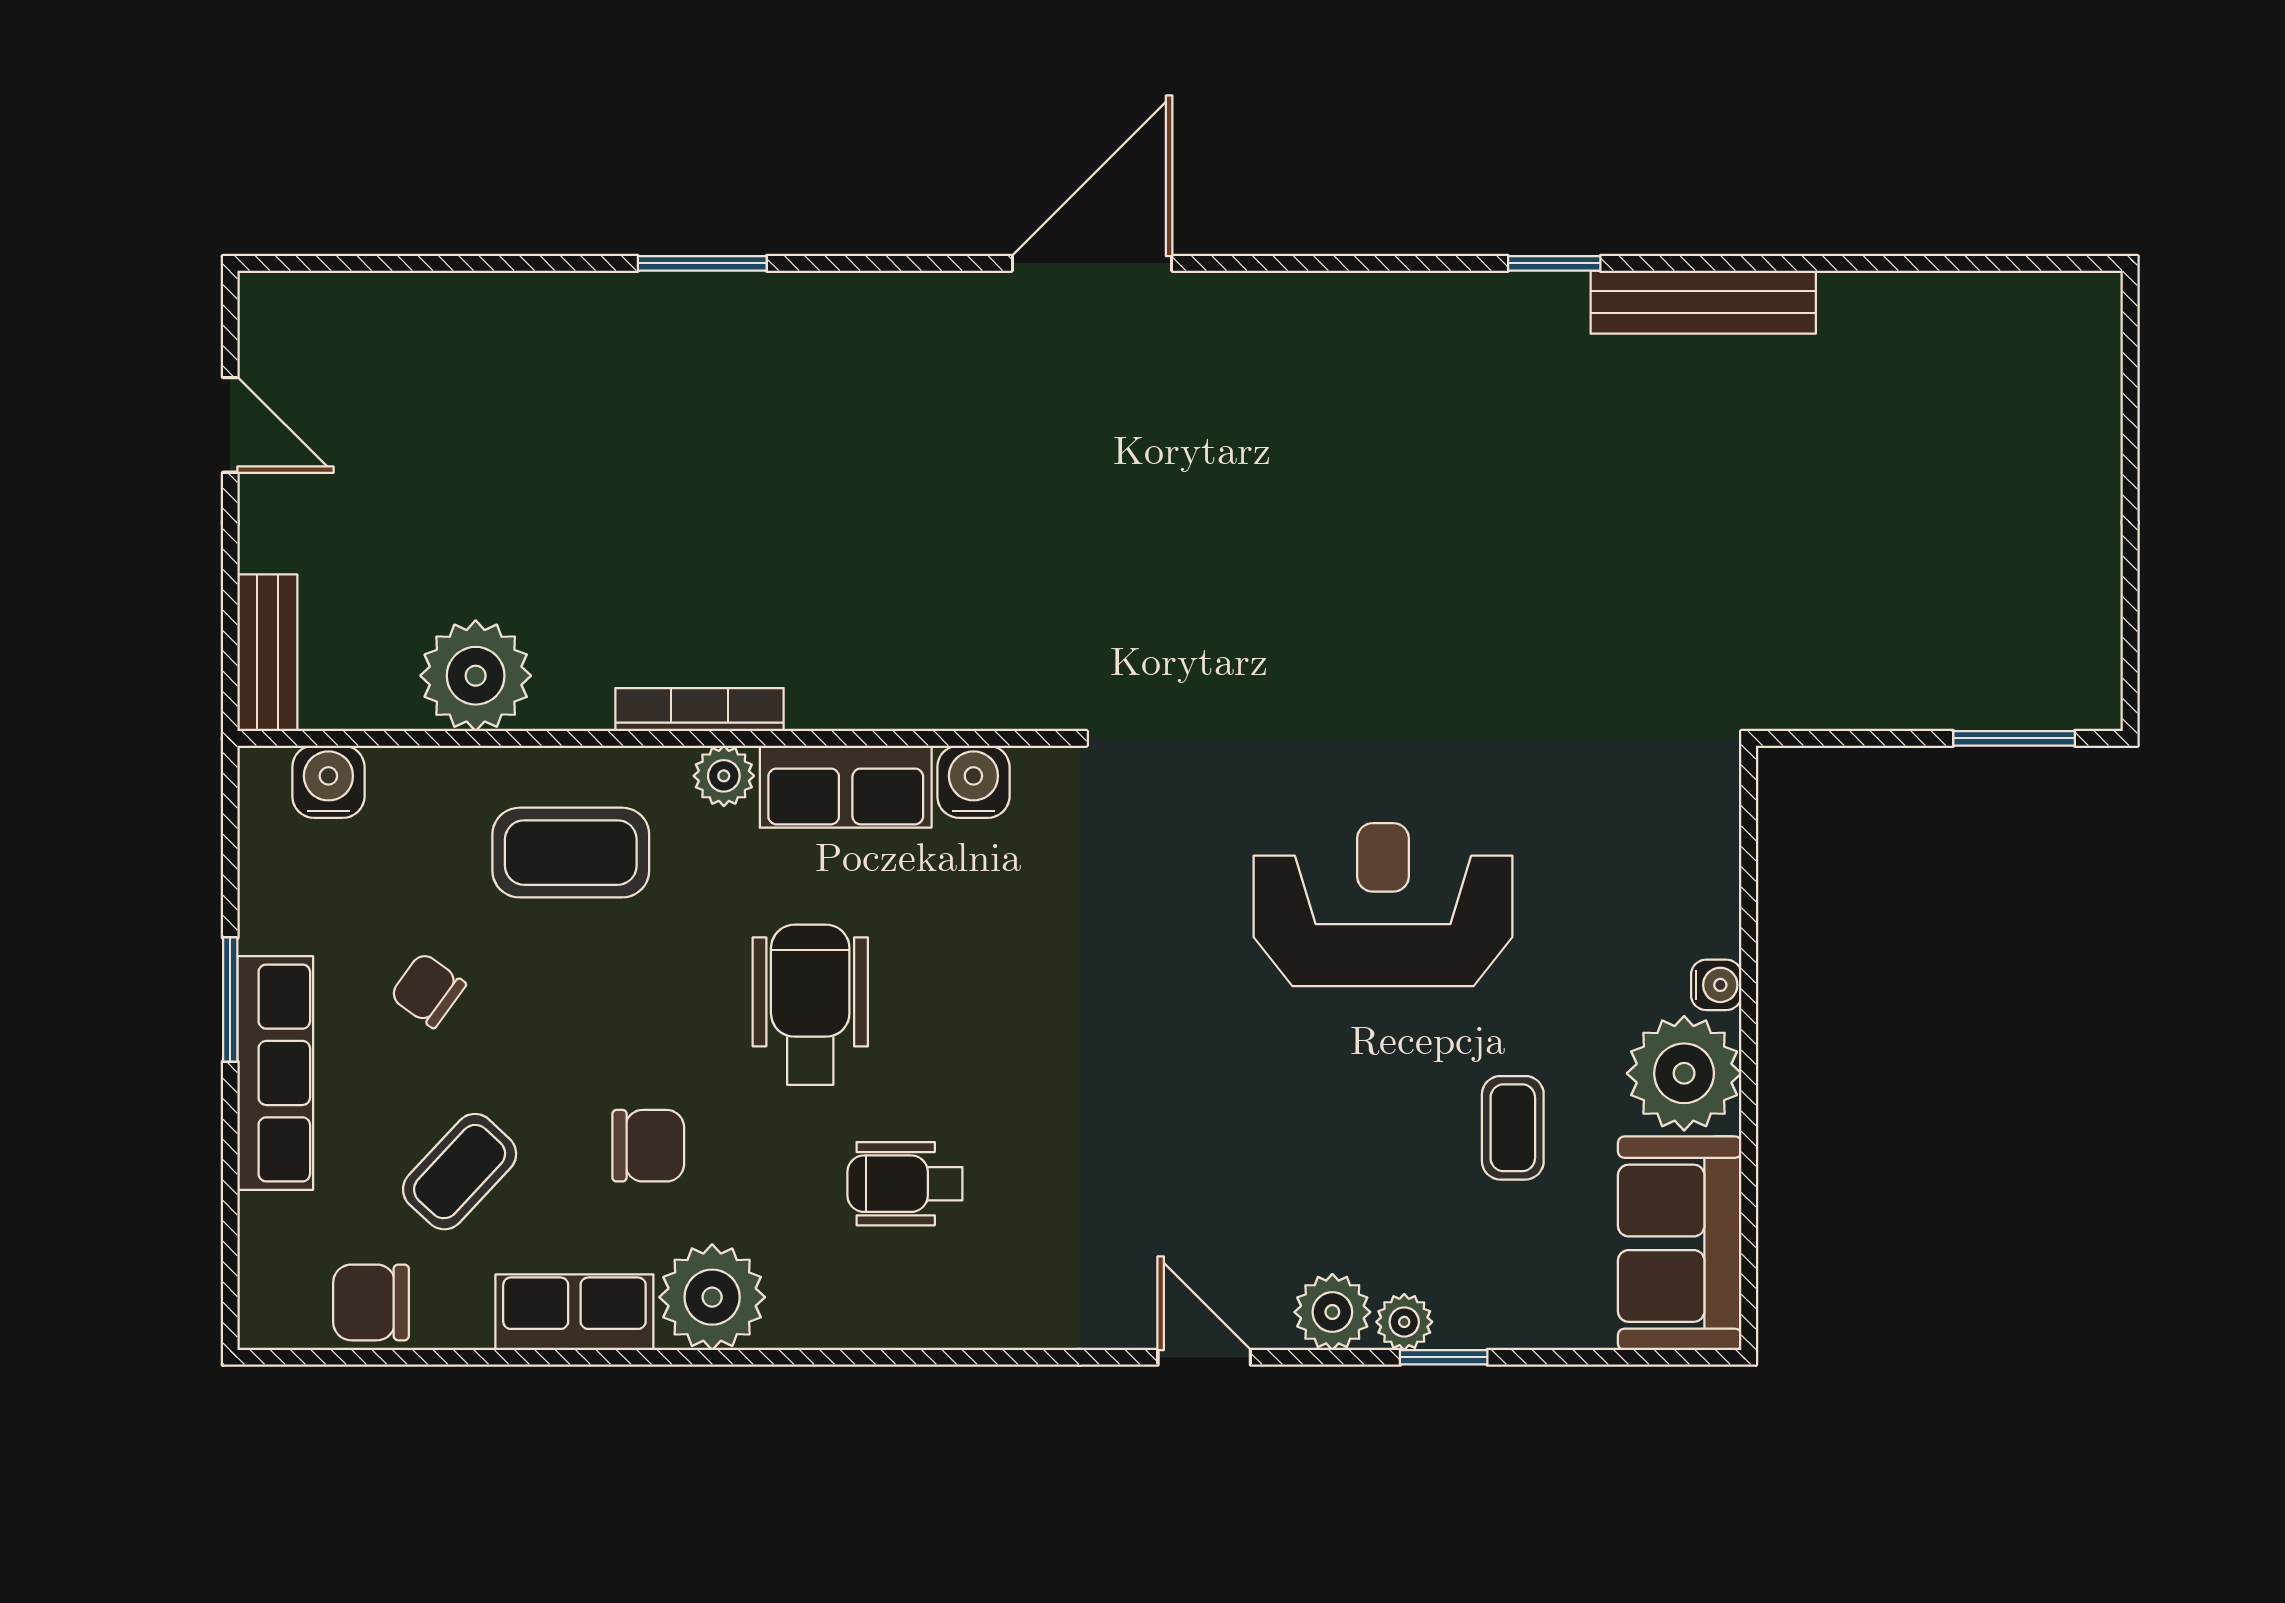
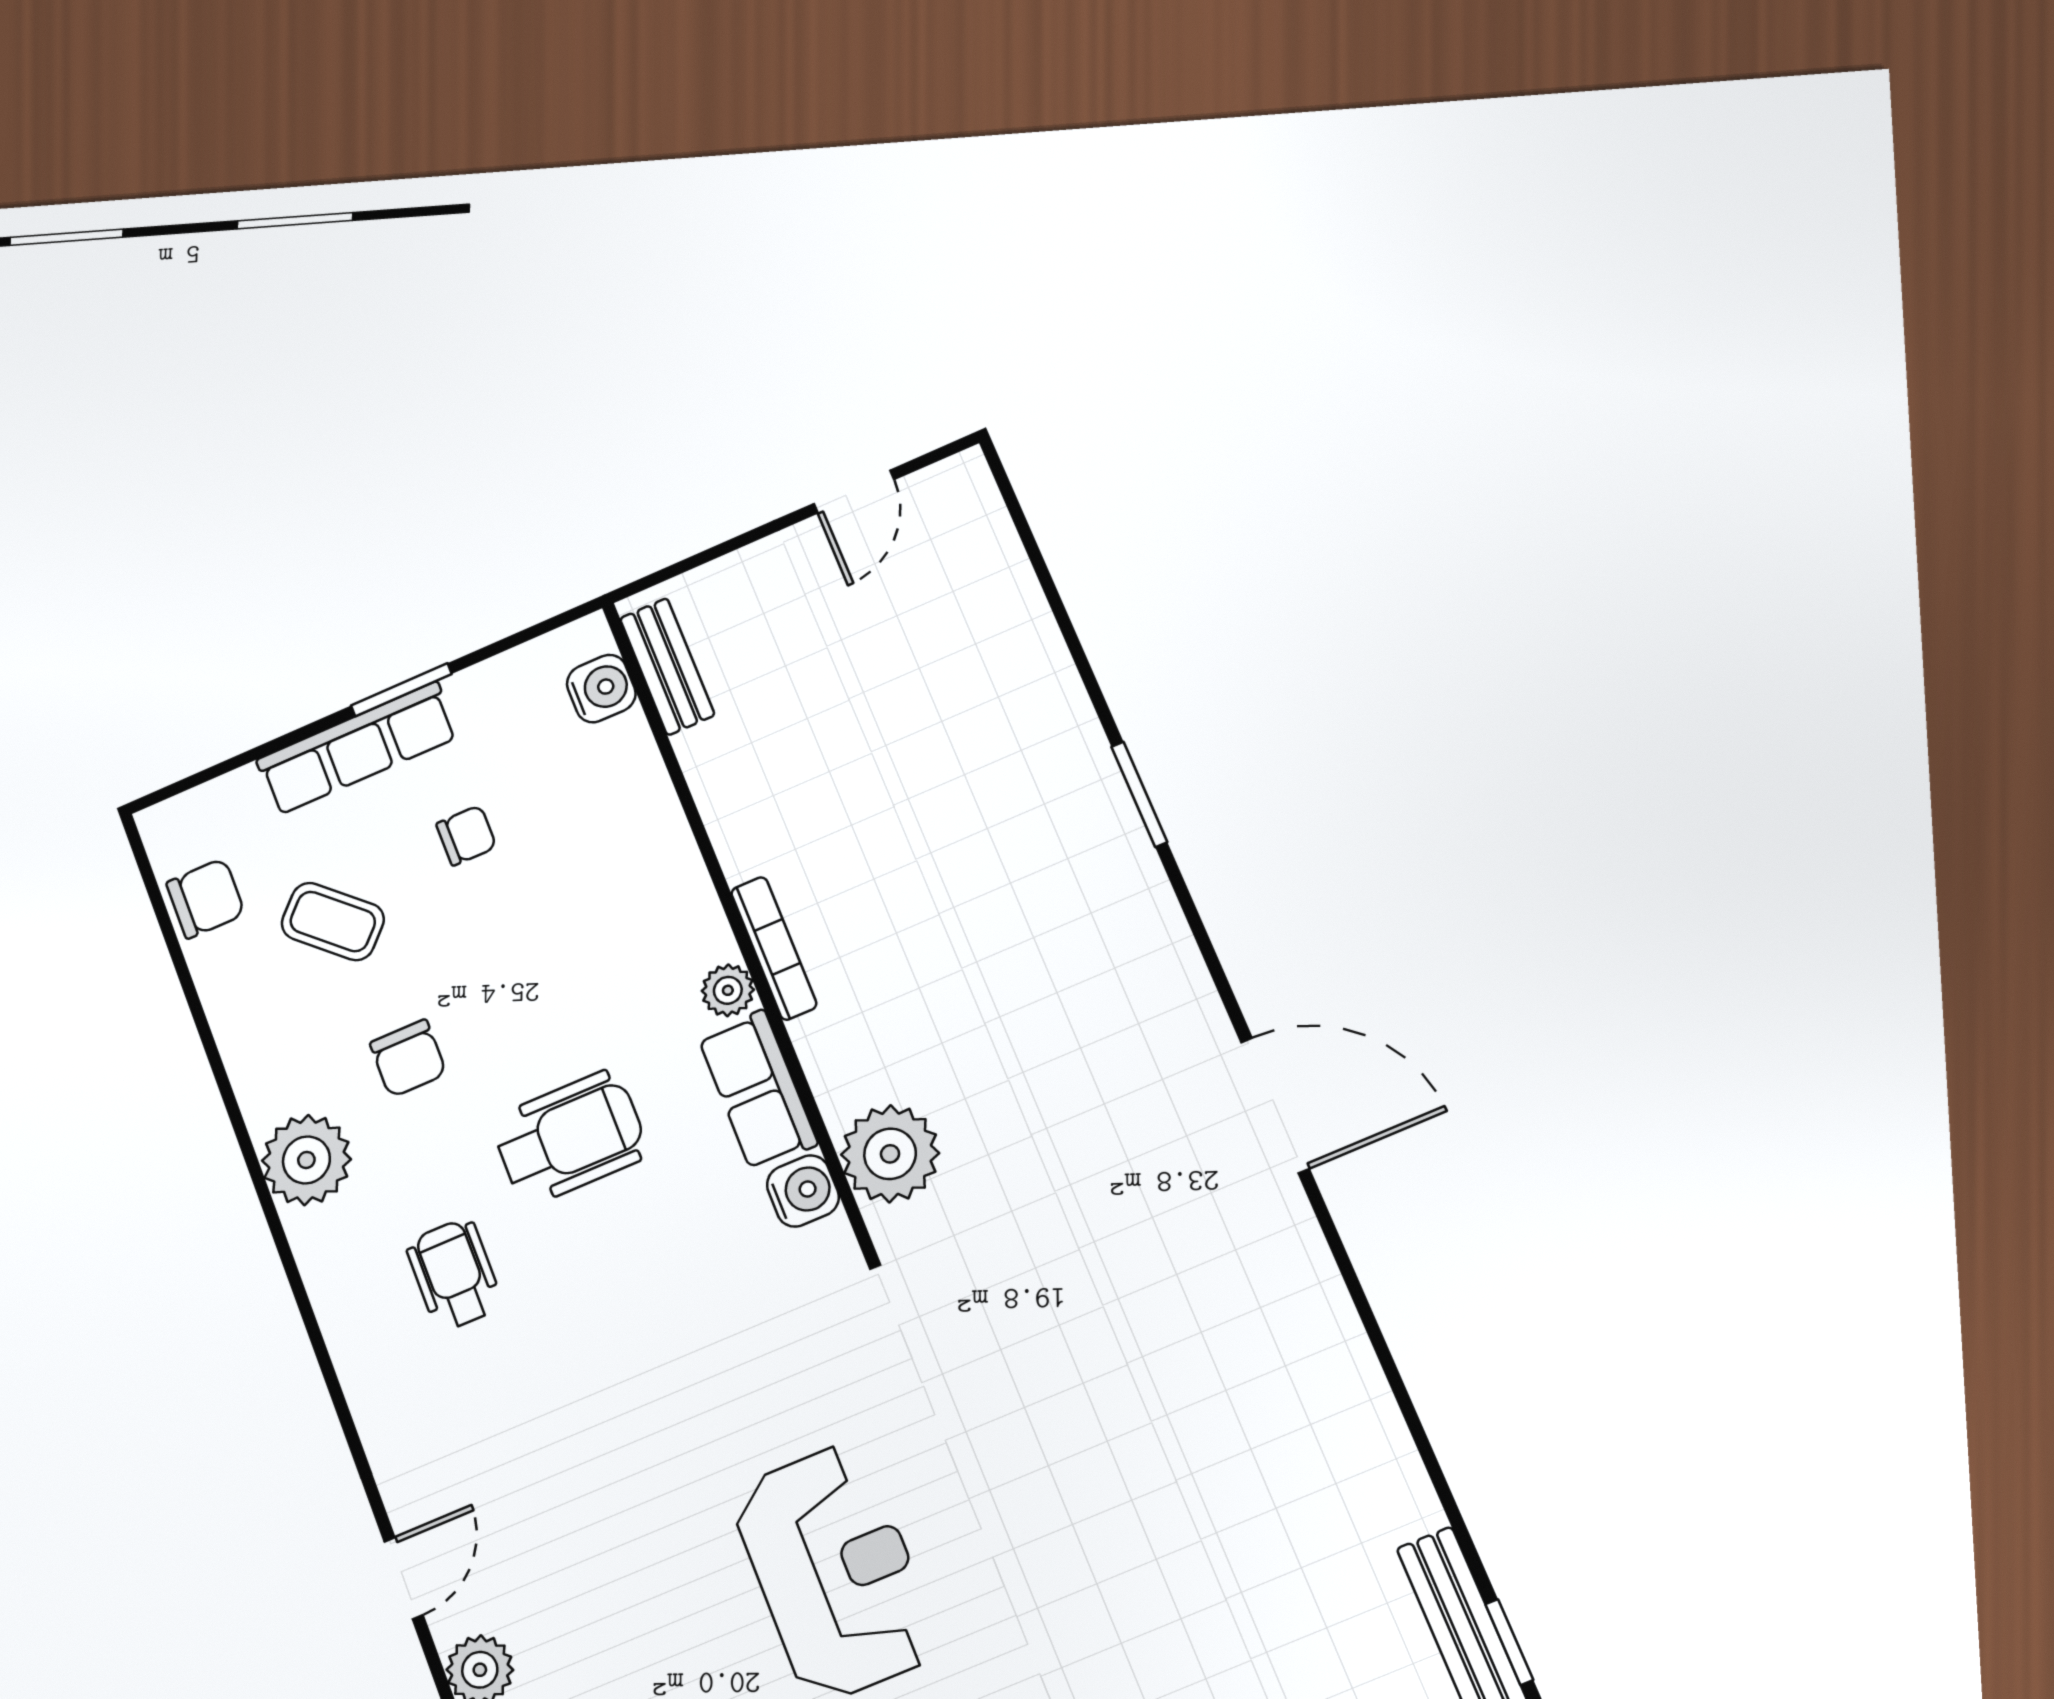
window: (1554, 263) -> (1509, 1642), moved
bench: (267, 653) -> (667, 667), moved, turned 90
plant: (476, 676) -> (890, 1154), moved
coffee table: (571, 853) -> (619, 898), removed
chair: (428, 990) -> (466, 835), turned 54
chair: (371, 1302) -> (205, 898), turned 90
row of seats: (574, 1312) -> (255, 1058), removed

